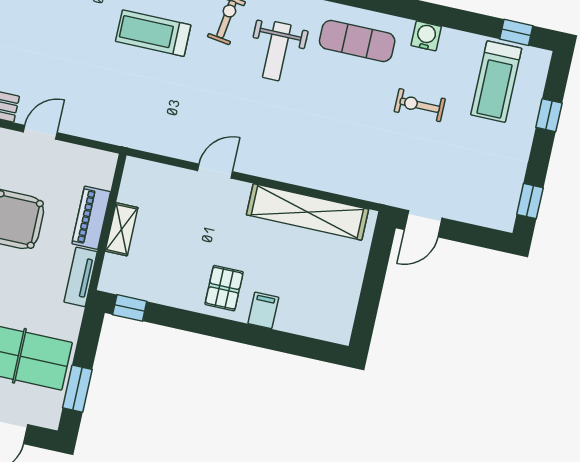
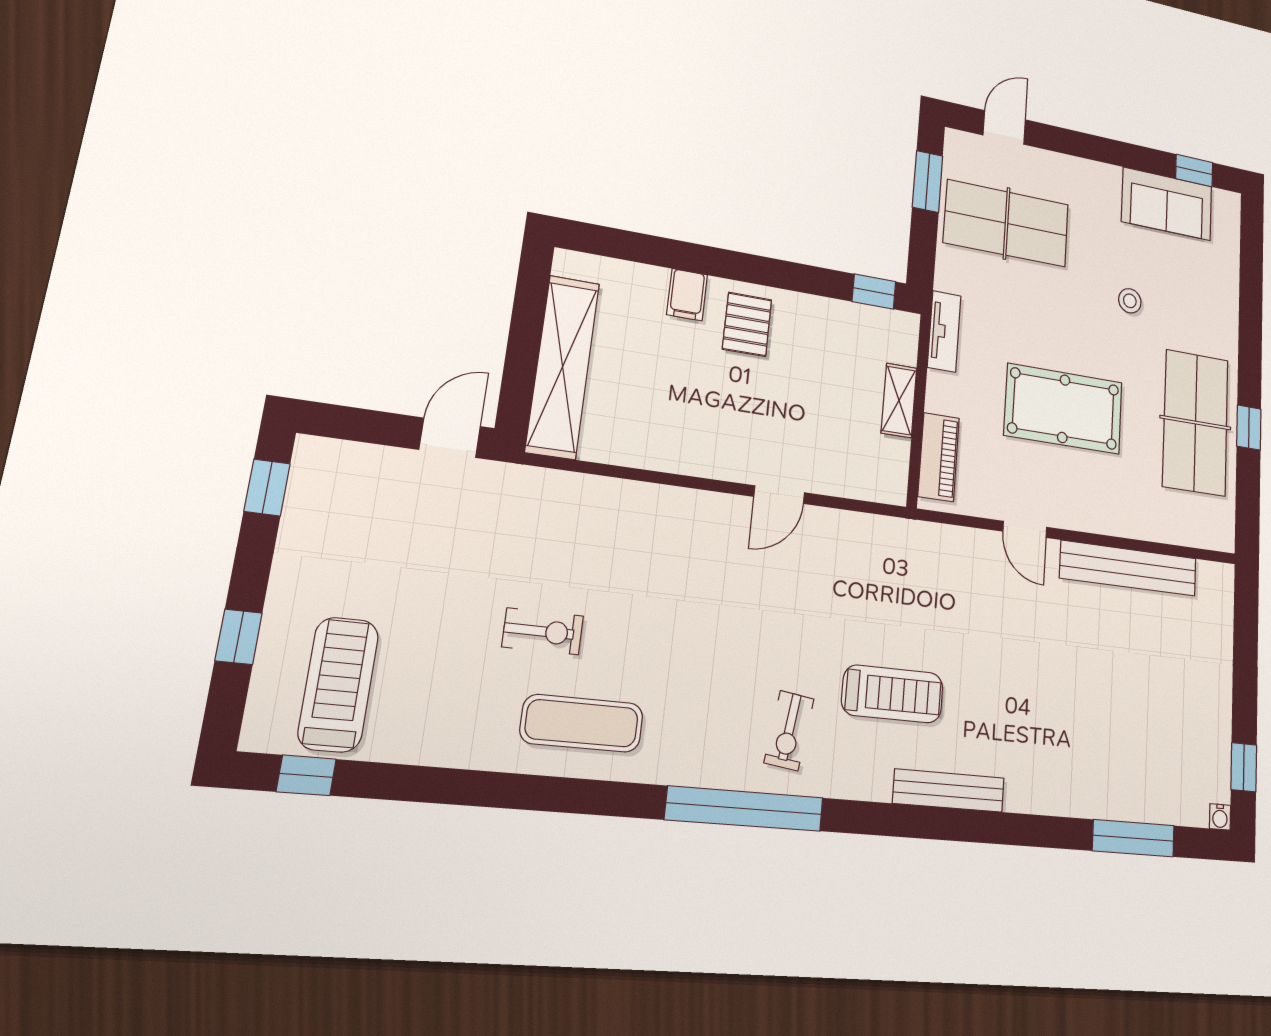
water cooler: (426, 36) -> (467, 747), removed
weight bench: (277, 51) -> (707, 690), removed
exercise bike: (420, 105) -> (543, 631), moved
door: (40, 132) -> (1025, 529), hinge flipped
shelving: (307, 212) -> (563, 367), moved, turned 90
piano: (91, 218) -> (939, 457), moved

